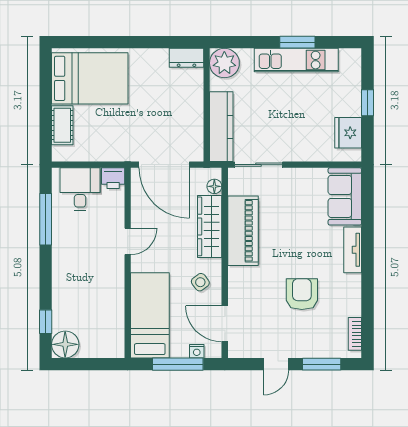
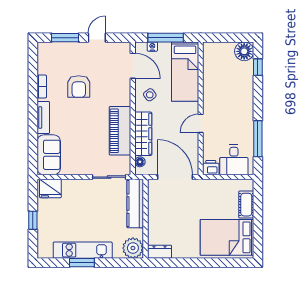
fridge: (348, 133) -> (50, 188), moved, turned 90
bookcase: (355, 334) -> (42, 86), moved

